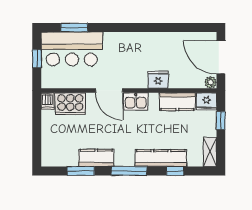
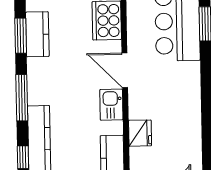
door: (109, 91) -> (125, 70), hinge flipped
kitchen counter: (96, 158) -> (37, 34), moved

